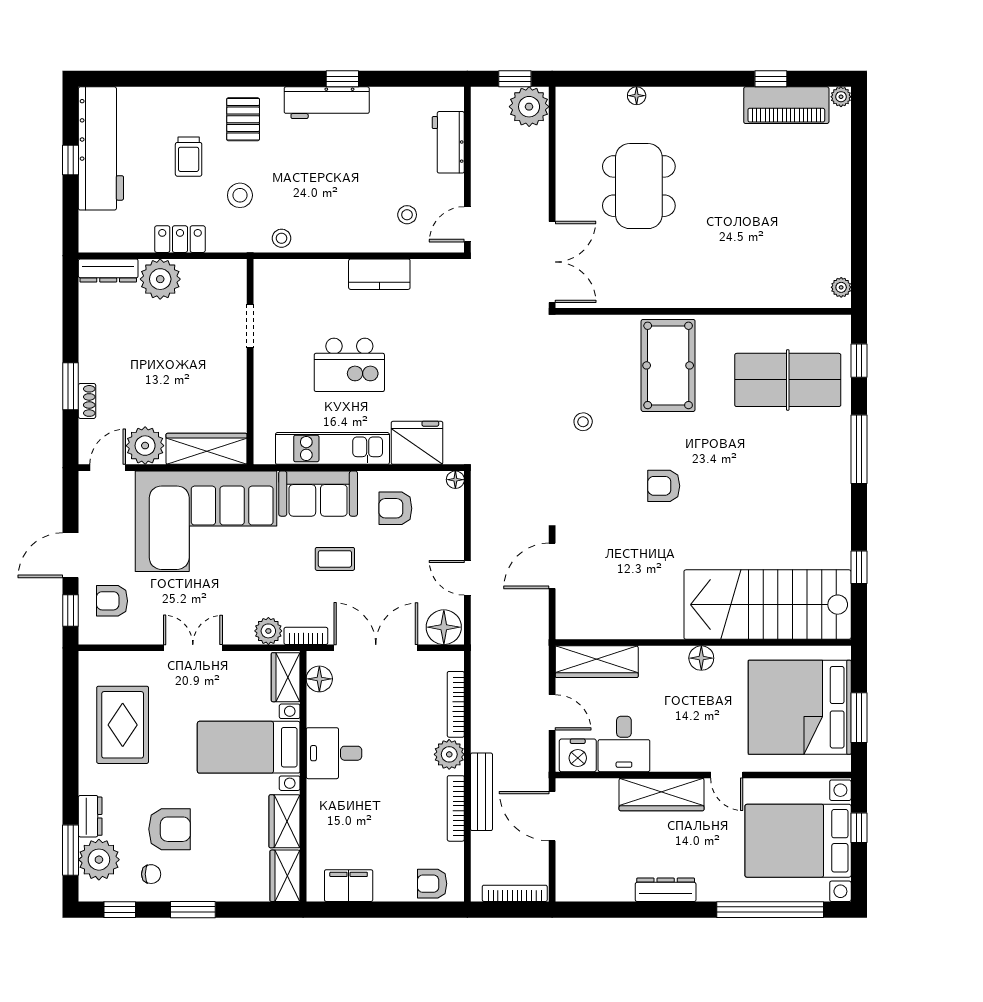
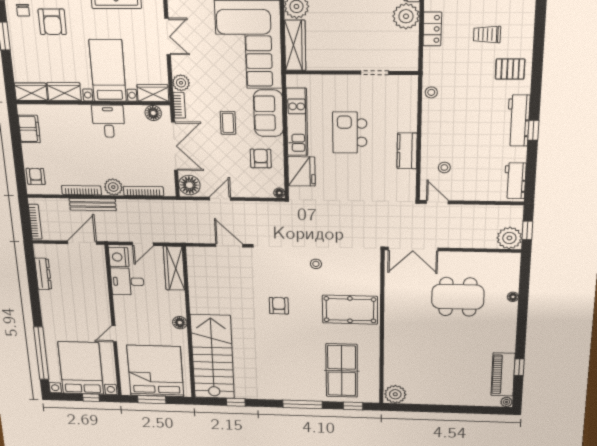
workbench: (448, 142) -> (515, 181), moved, turned -90
stool: (240, 195) -> (460, 67), removed
plant: (841, 287) -> (395, 394), width x1.88, depth x1.88
wardrobe: (662, 795) -> (100, 300), removed
dresser: (666, 890) -> (43, 274), moved

